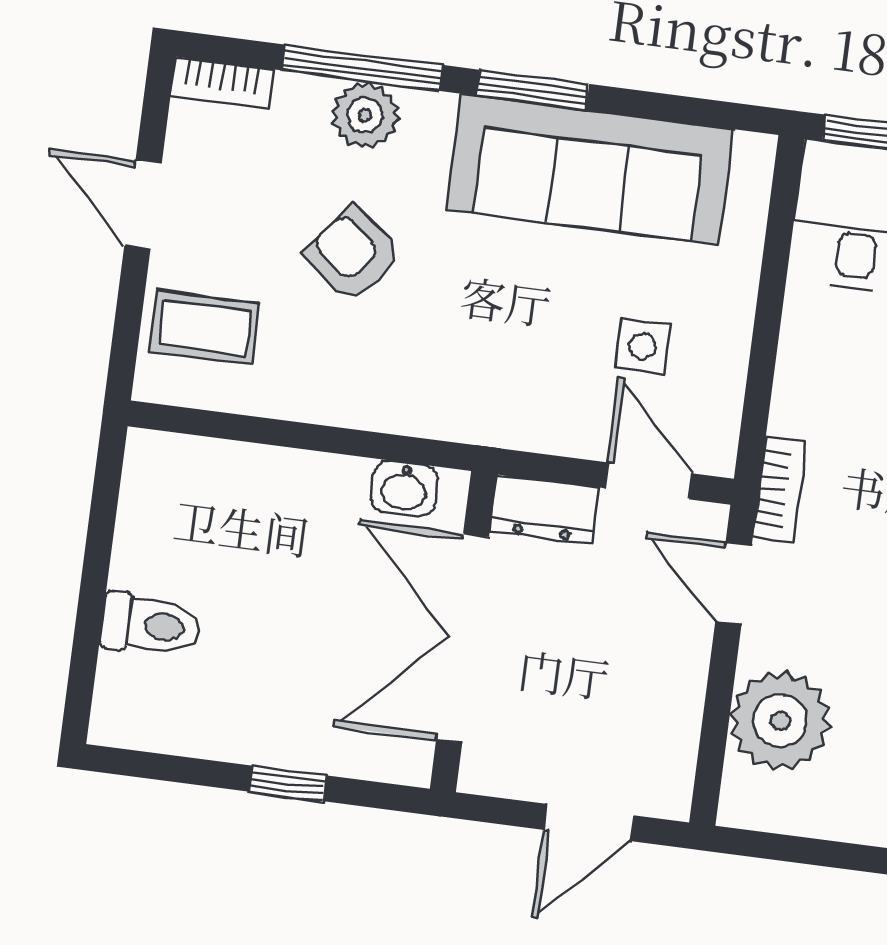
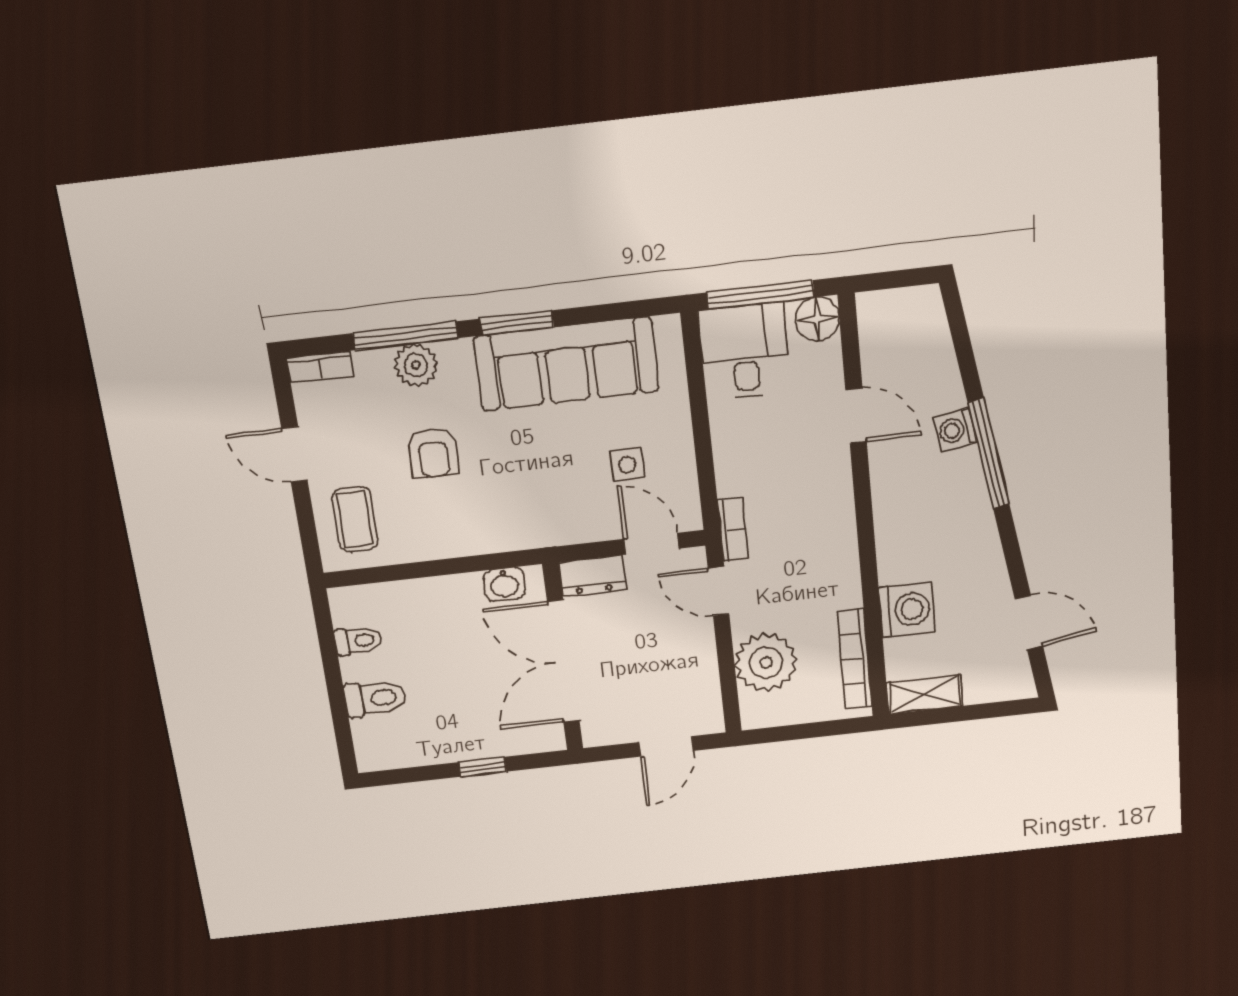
armchair: (353, 255) -> (433, 453), turned -129
coffee table: (204, 328) -> (355, 519), turned 90
toilet: (152, 523) -> (358, 641), added

